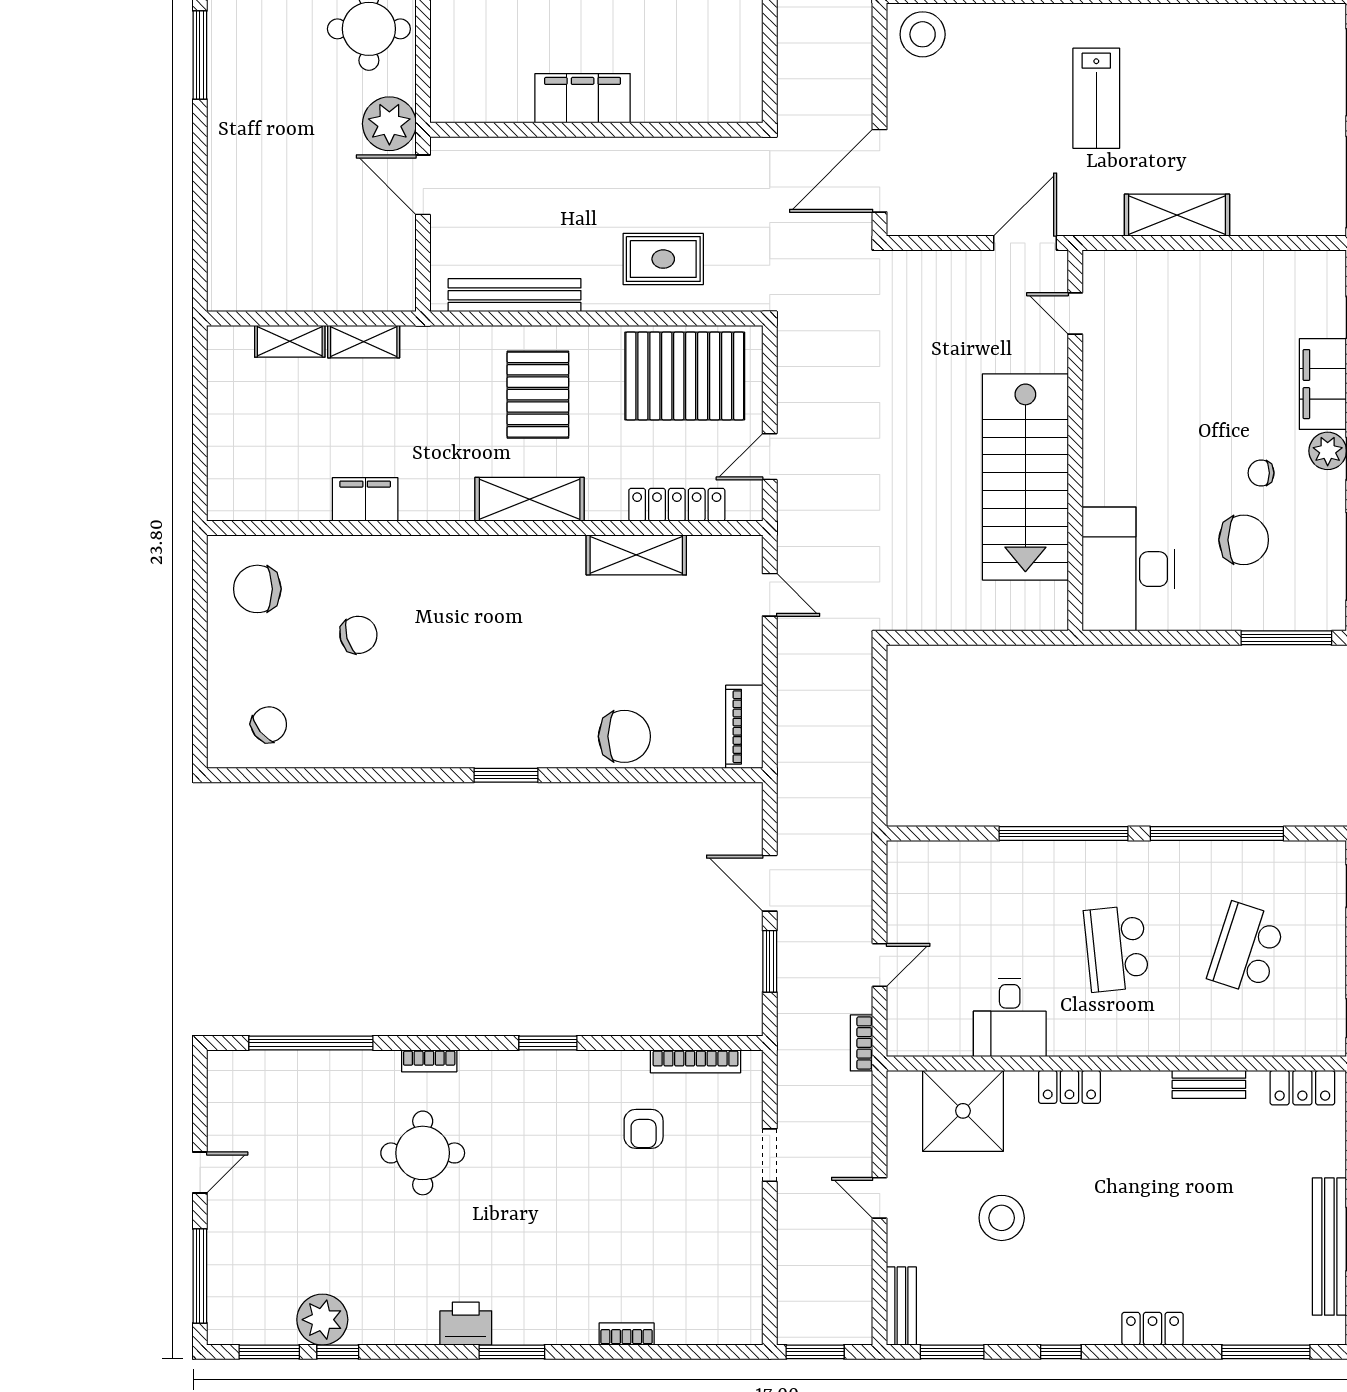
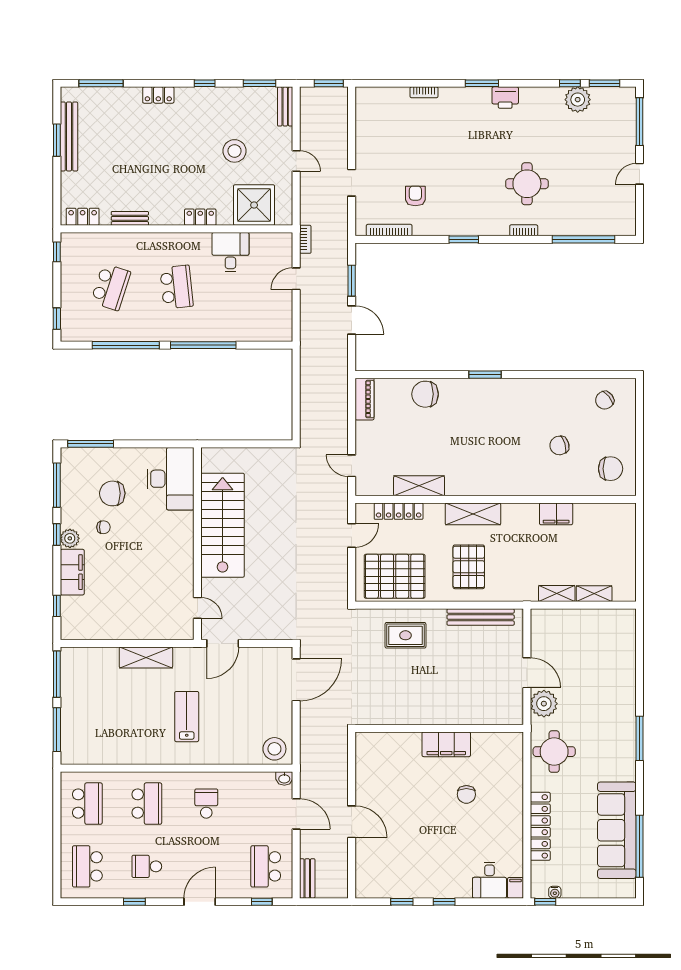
filing cabinet: (583, 98) -> (446, 744), moved
wall: (596, 130) -> (439, 728), moved

